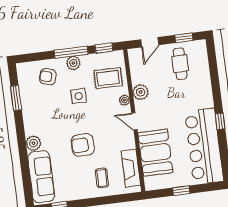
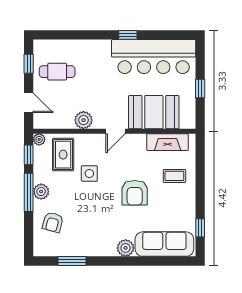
side table: (79, 96) -> (89, 173), moved
plant: (124, 100) -> (39, 139), moved

